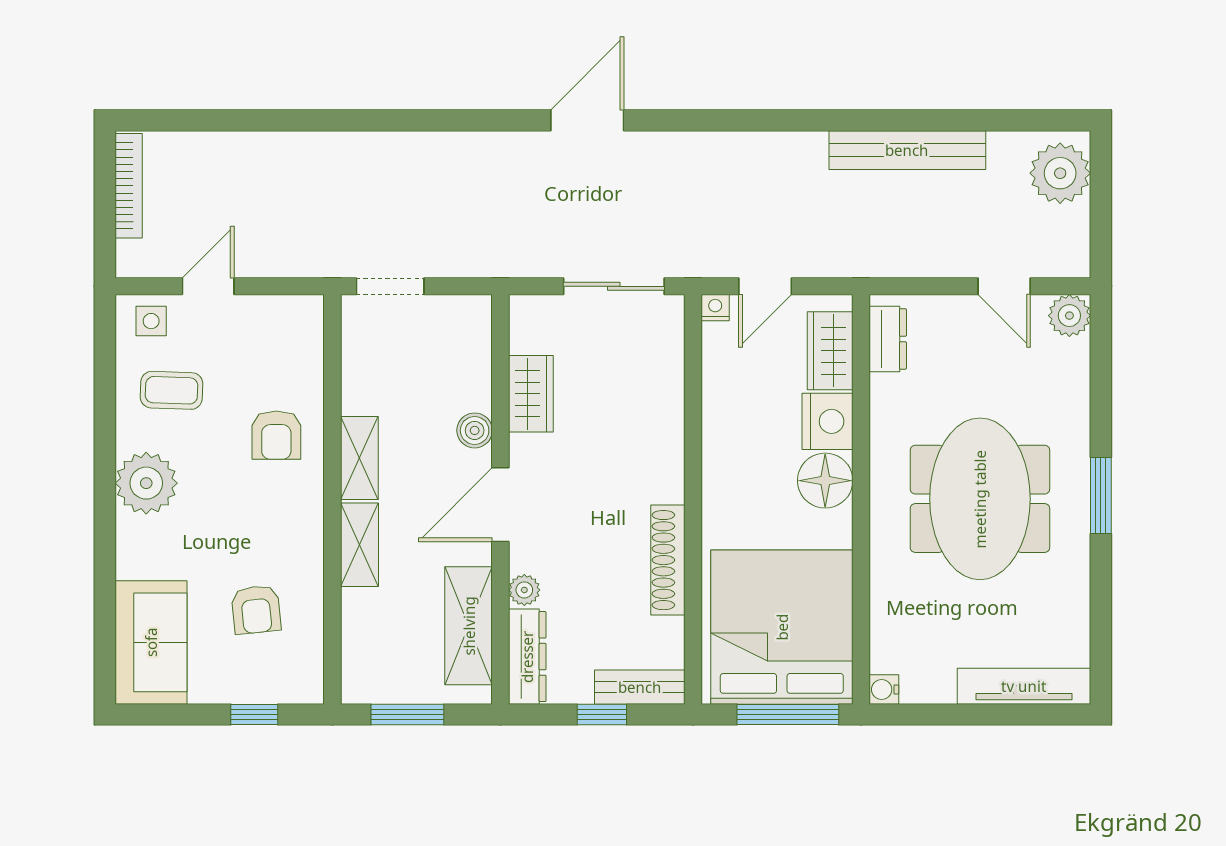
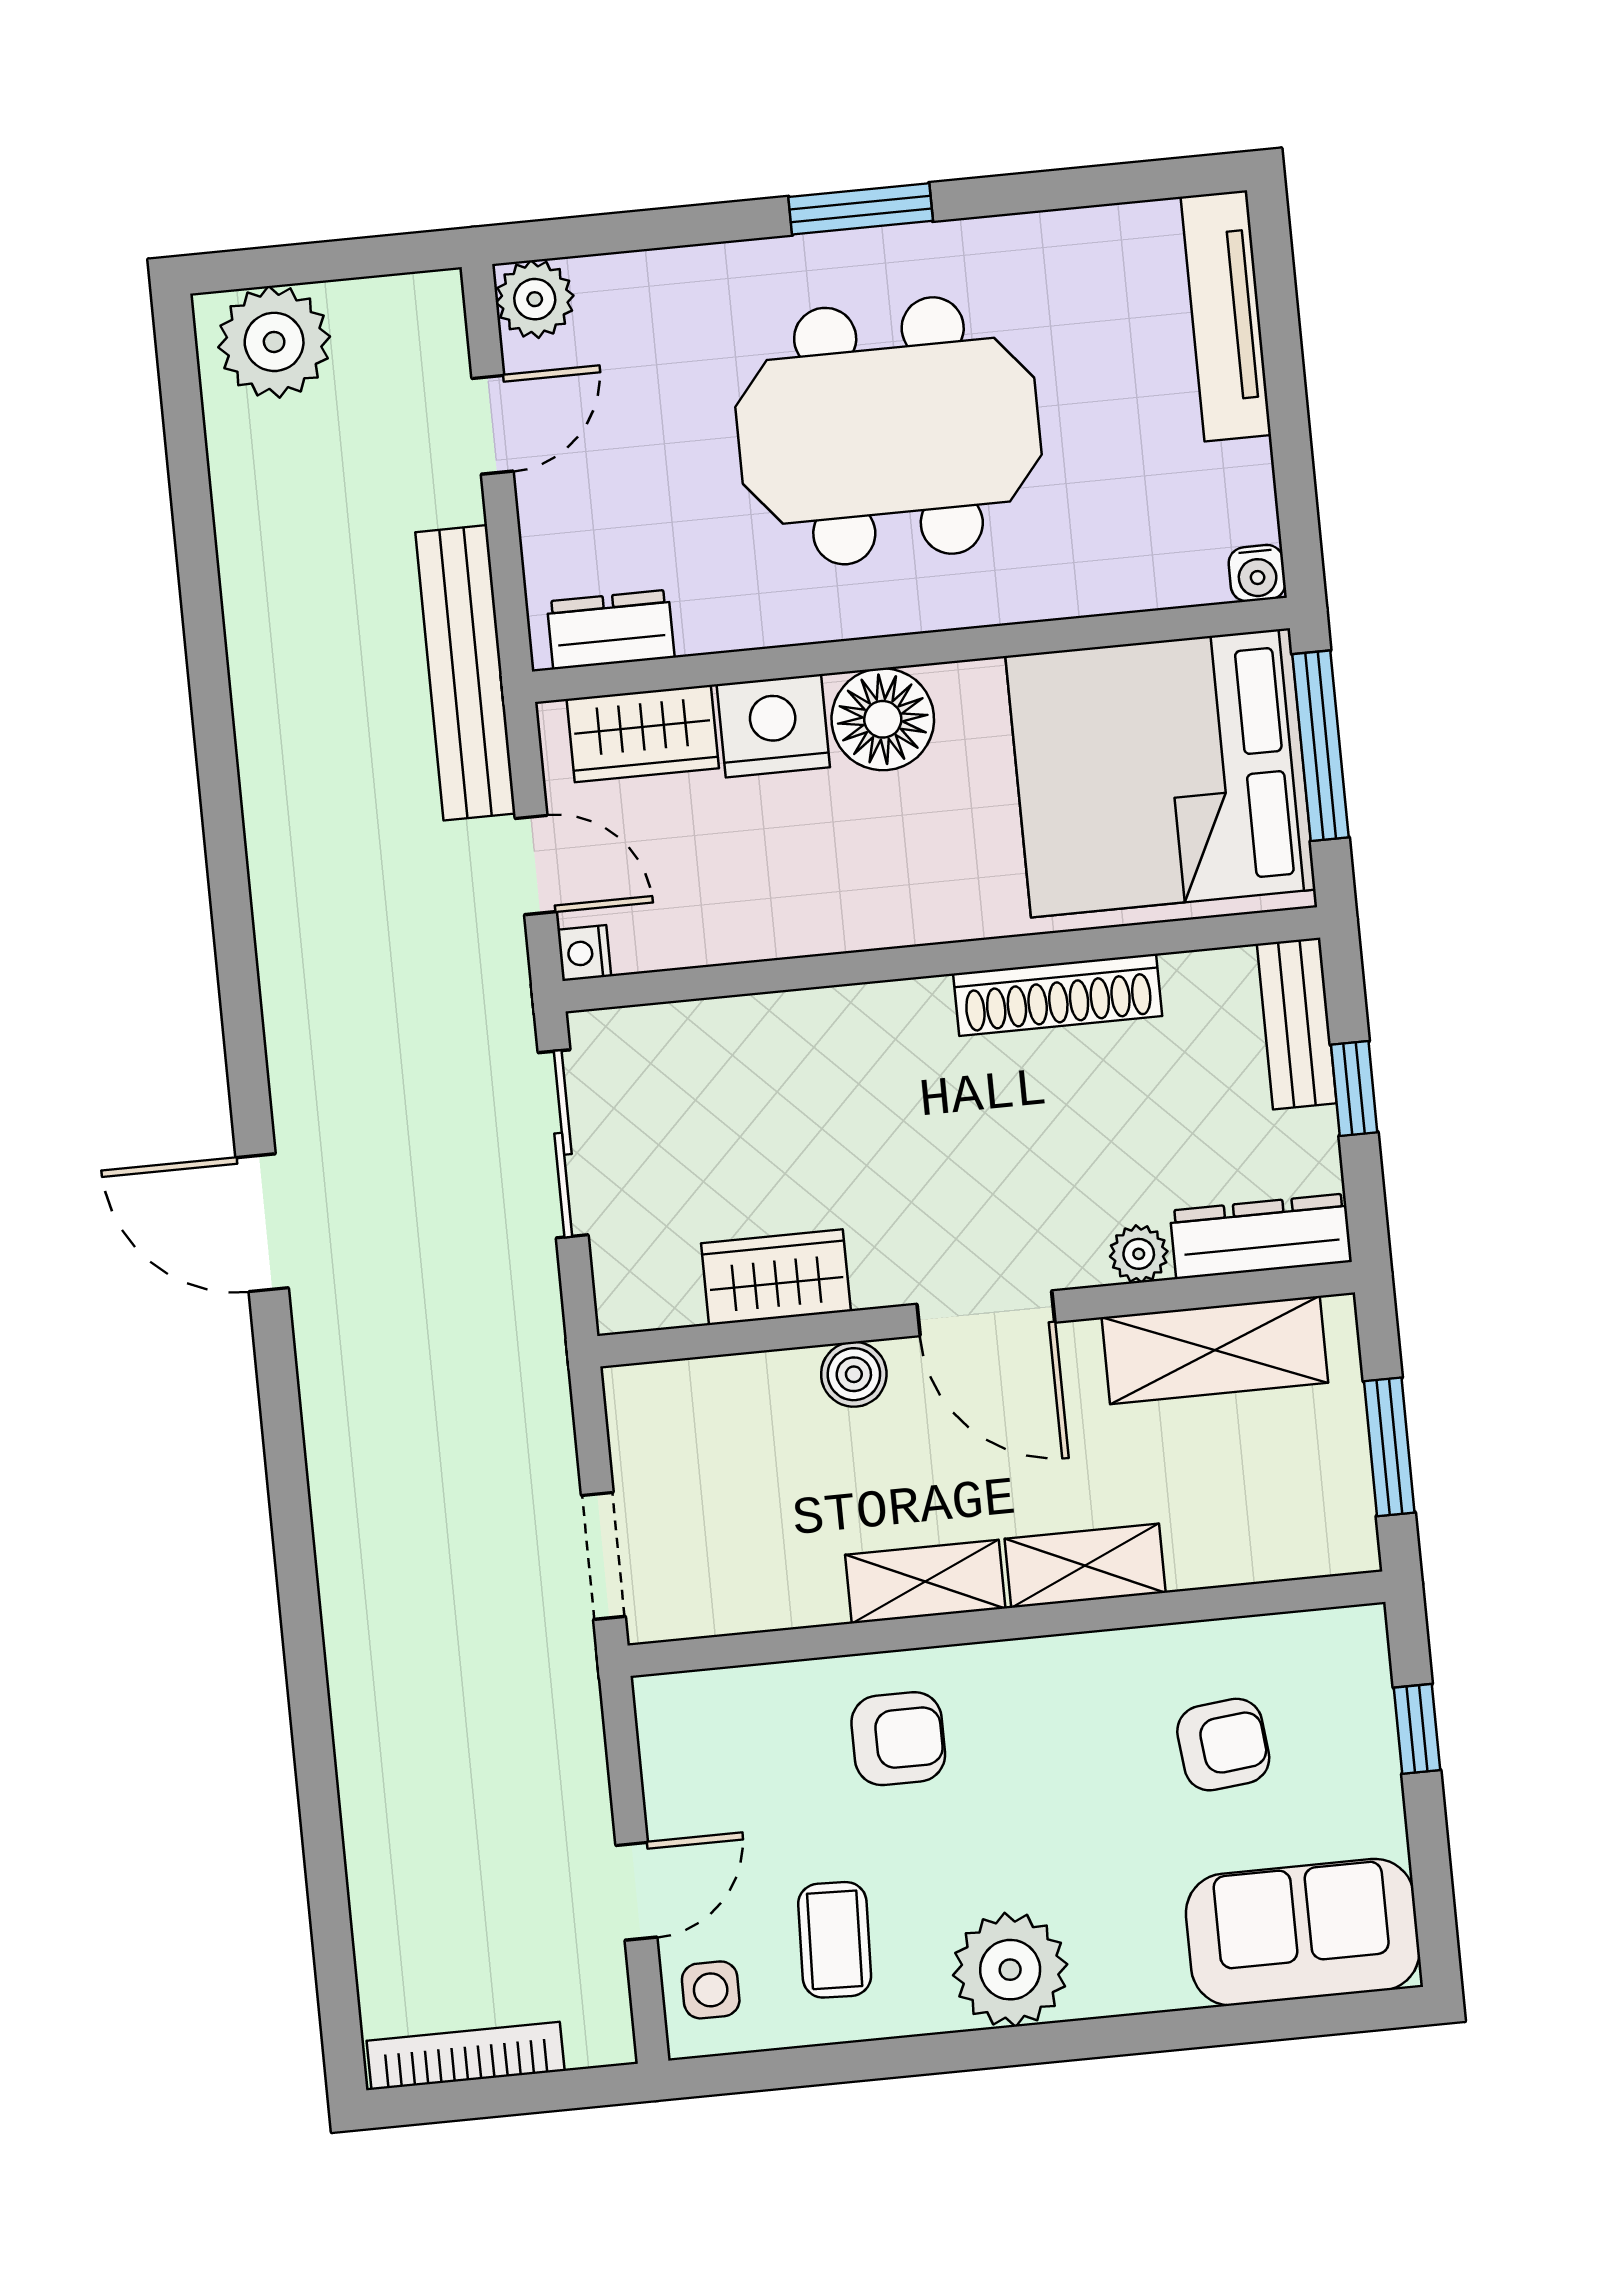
bench: (907, 150) -> (465, 673), moved
door: (208, 286) -> (636, 1891), swing flipped

